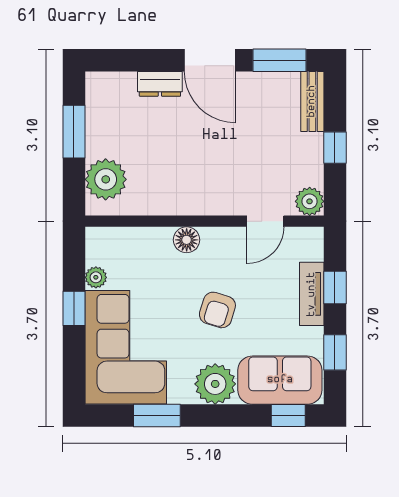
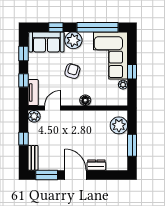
tv unit: (312, 294) -> (33, 93), moved
window: (157, 416) -> (98, 27), width x2.11
window: (288, 416) -> (56, 27), moved

